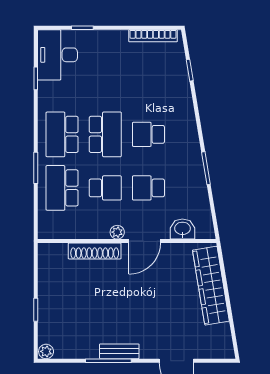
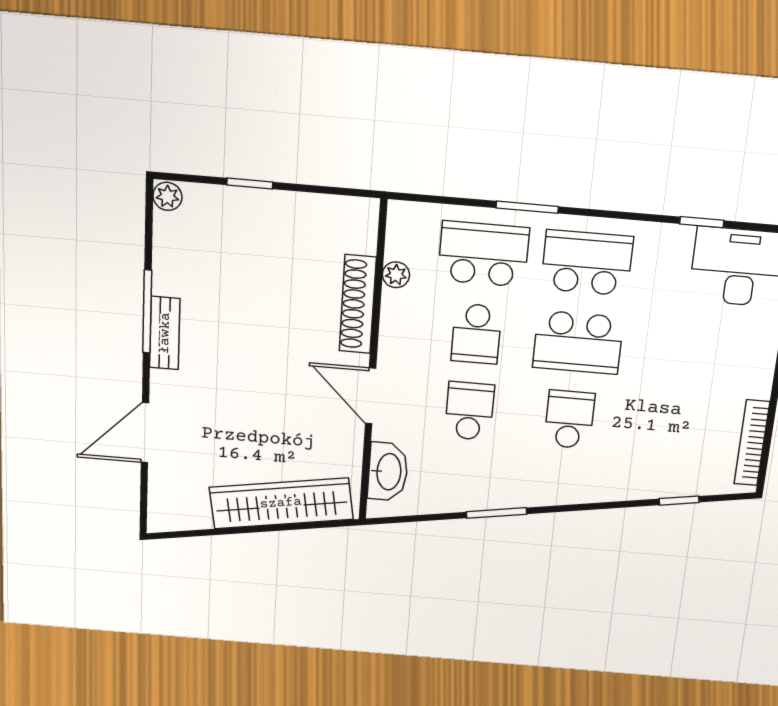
washbasin: (182, 229) -> (388, 472), width x1.38
plant: (117, 232) -> (396, 275), moved

